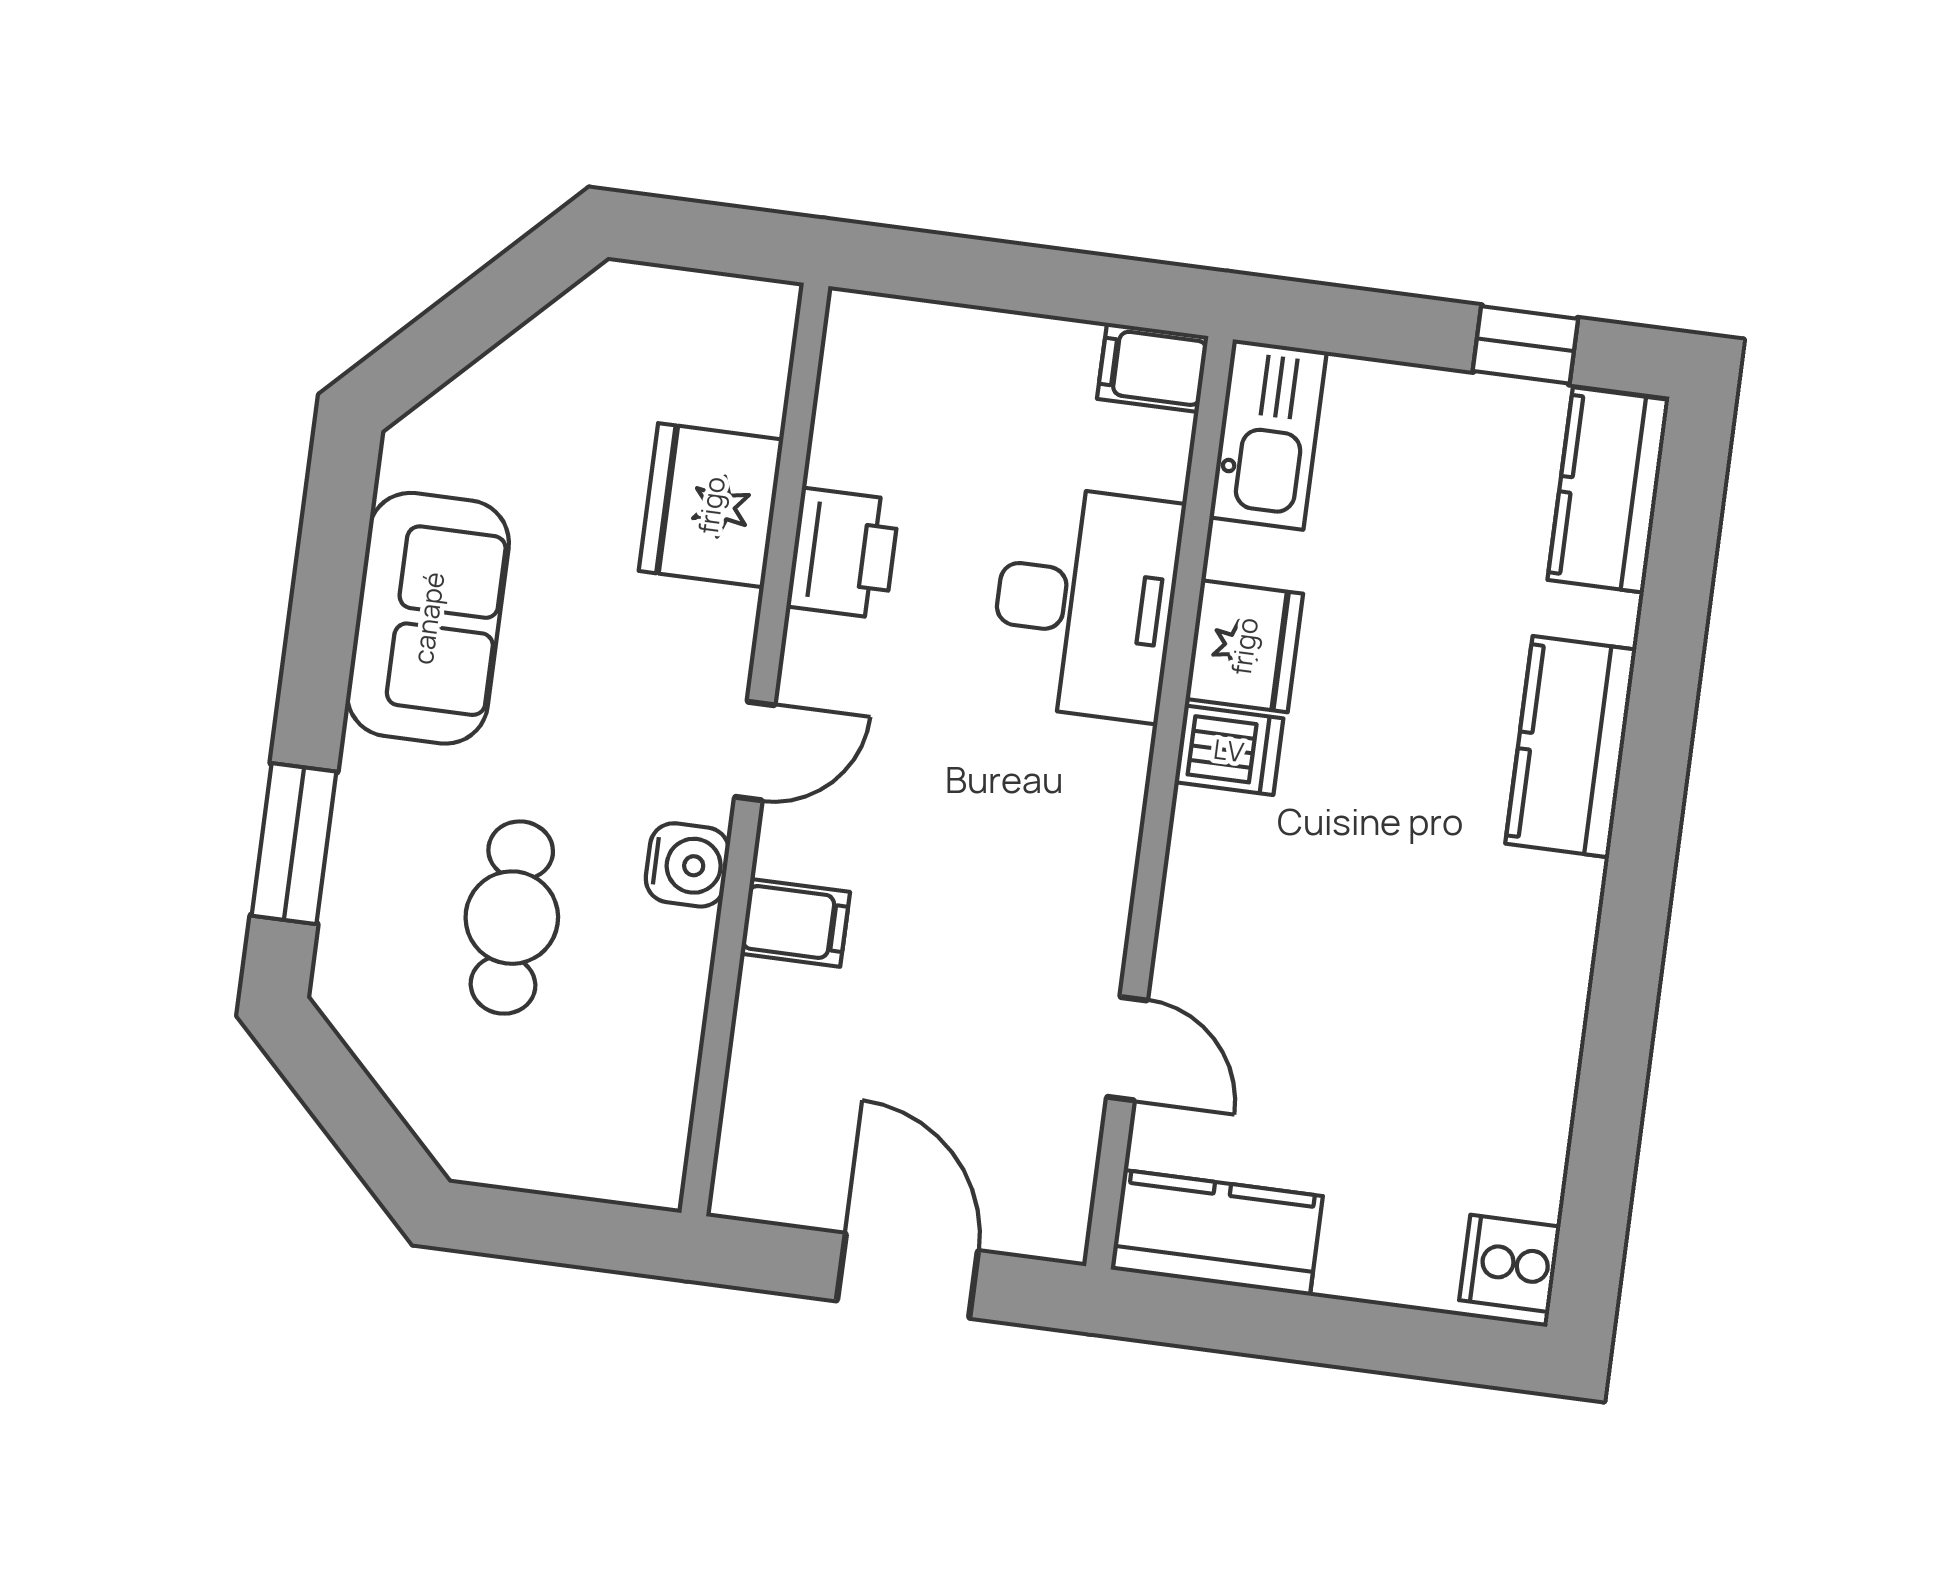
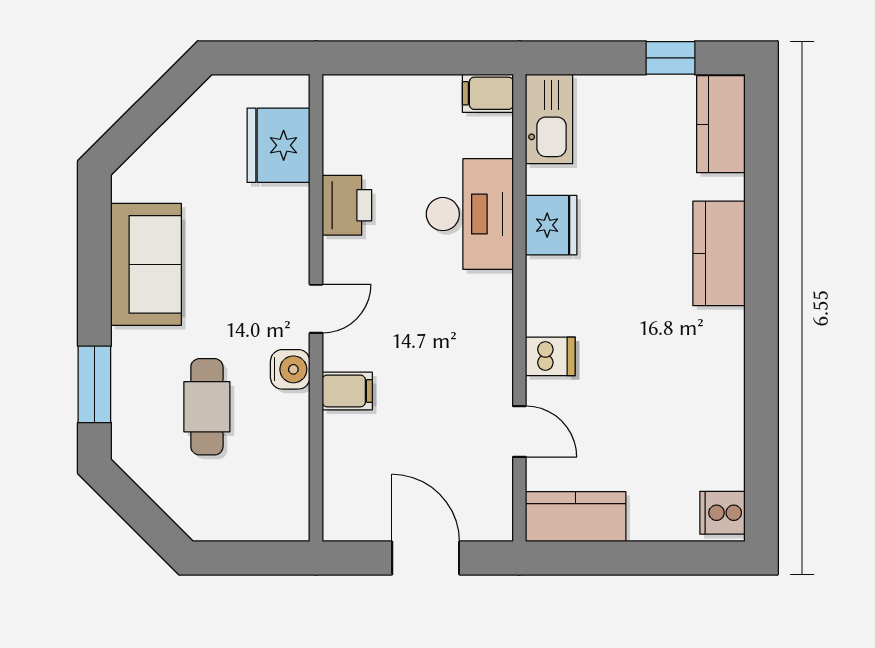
fridge: (711, 505) -> (279, 145), moved
dishwasher: (1229, 750) -> (550, 356), moved

